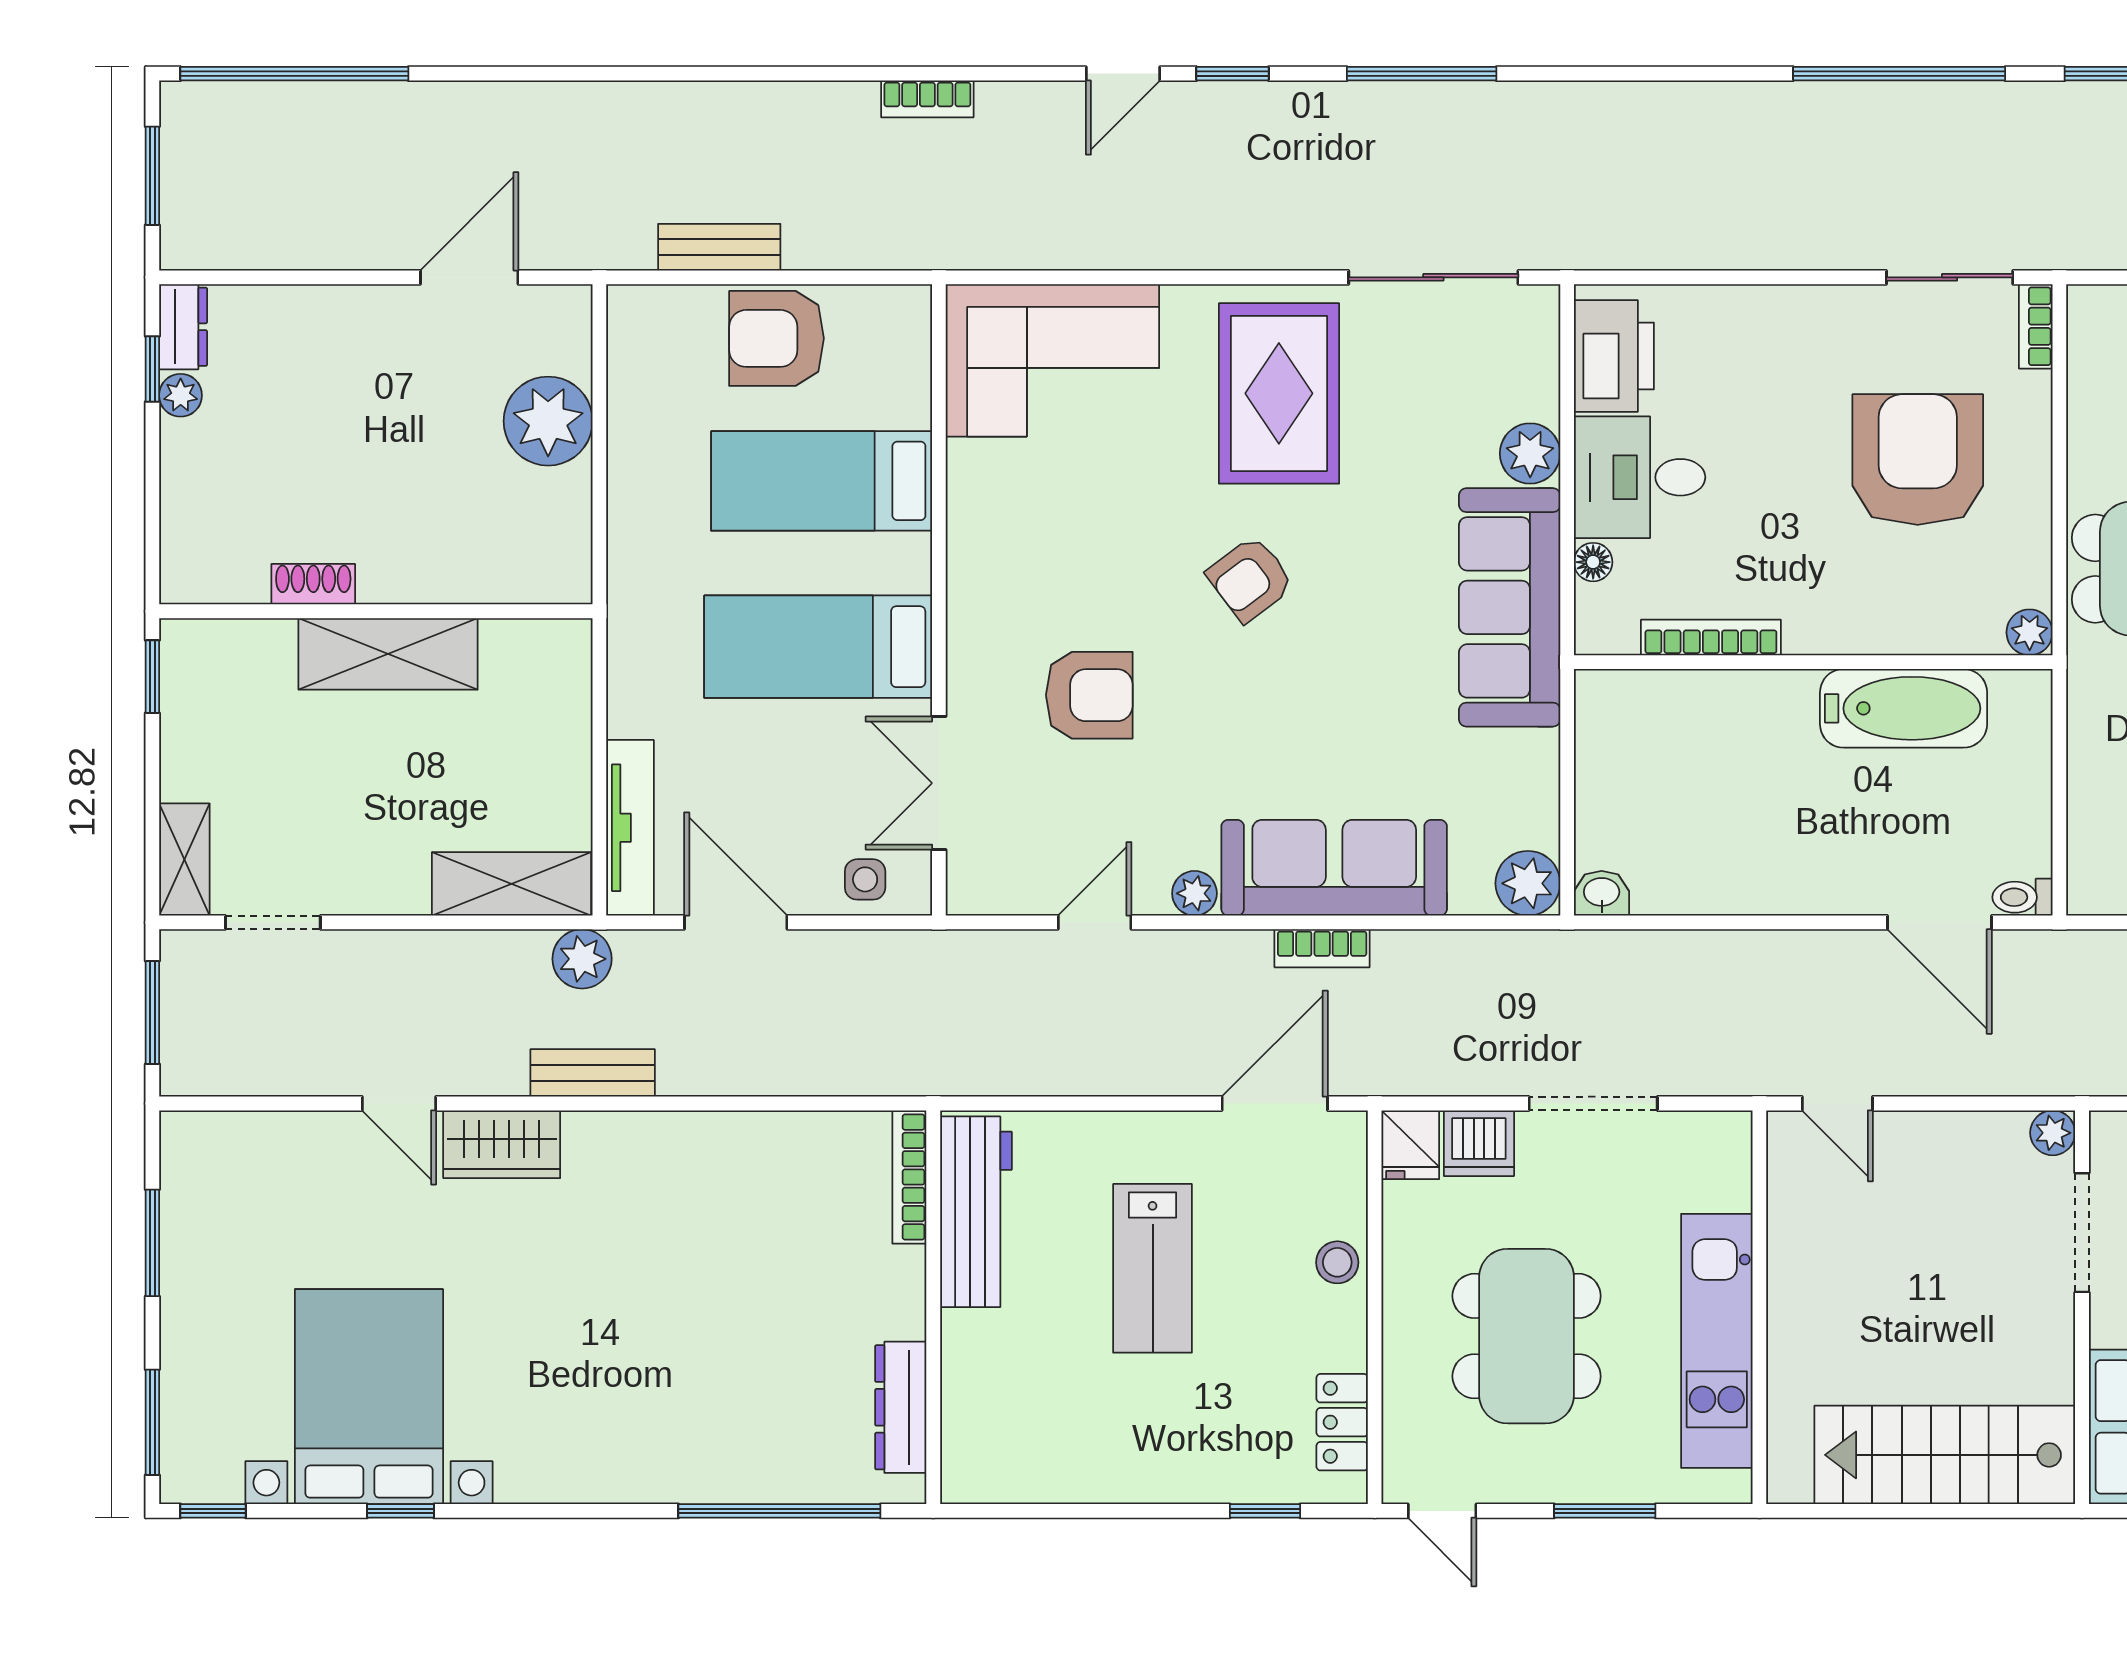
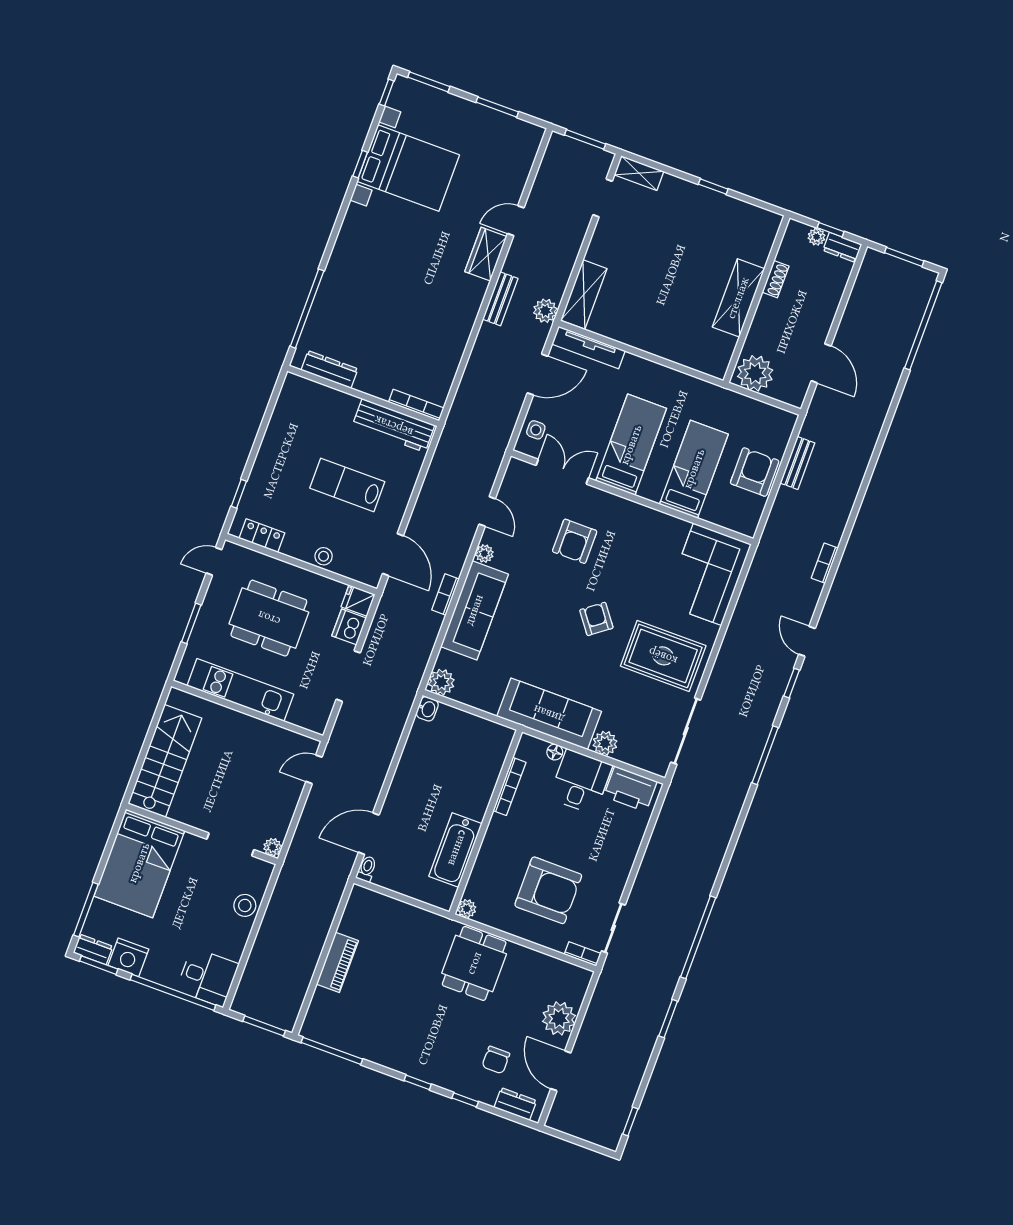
shoe rack: (313, 584) -> (776, 279), moved
wall: (376, 611) -> (756, 299), moved
shelving: (388, 654) -> (738, 298), moved

